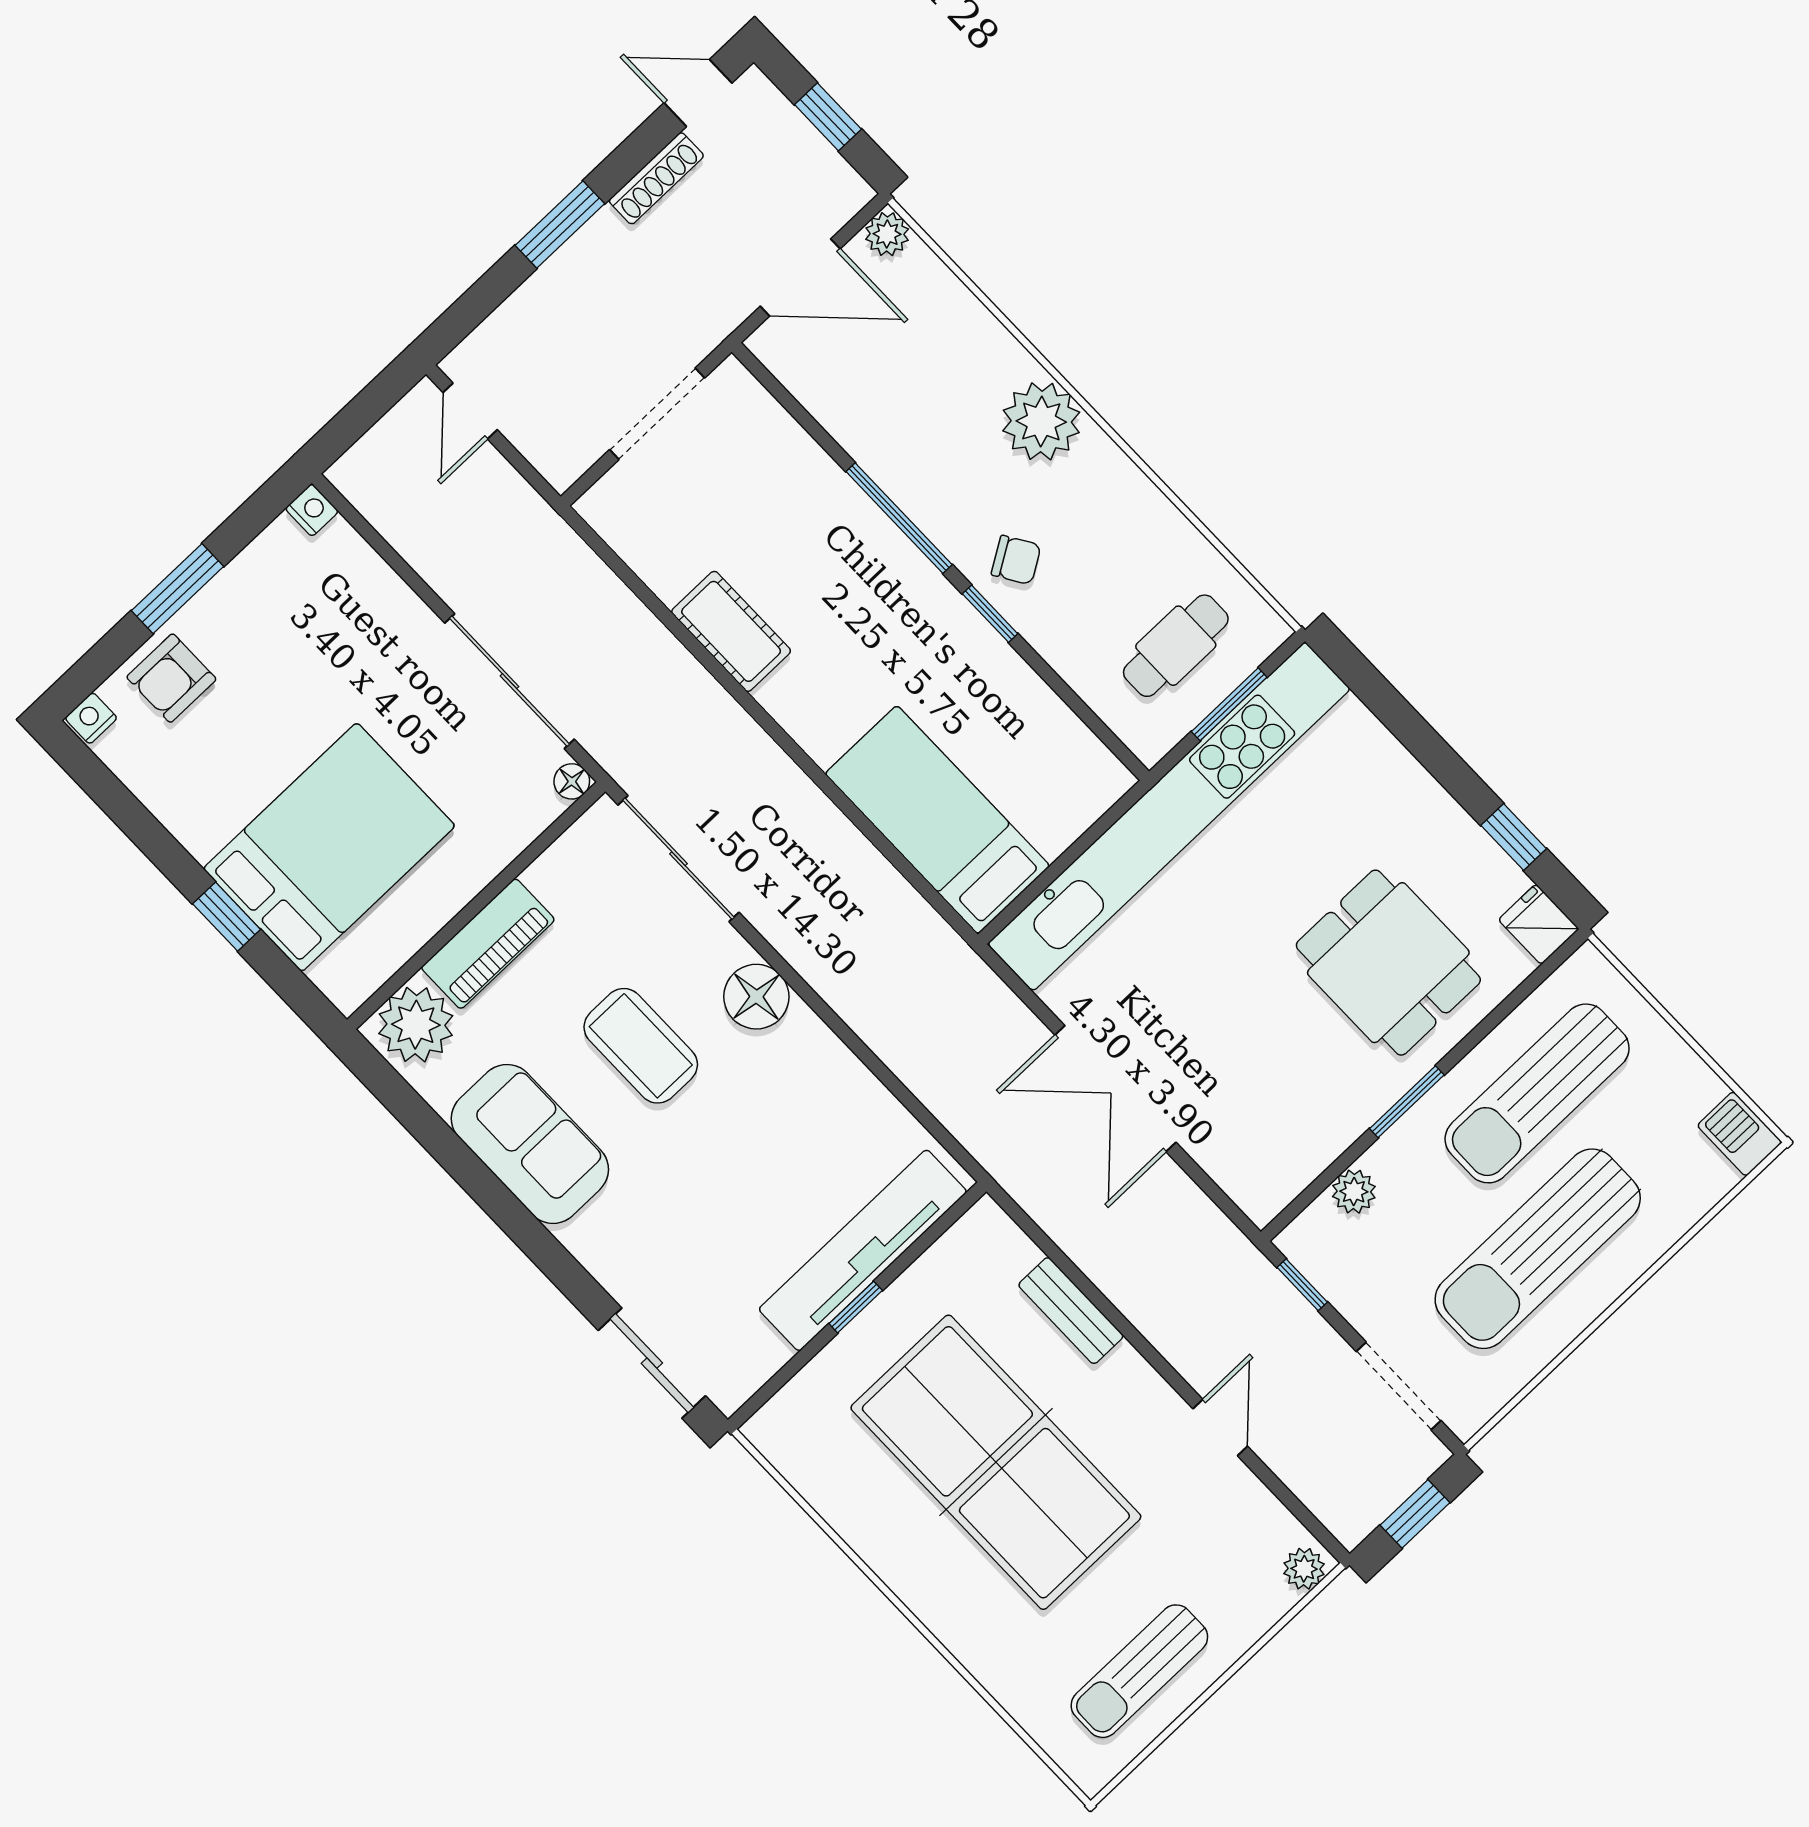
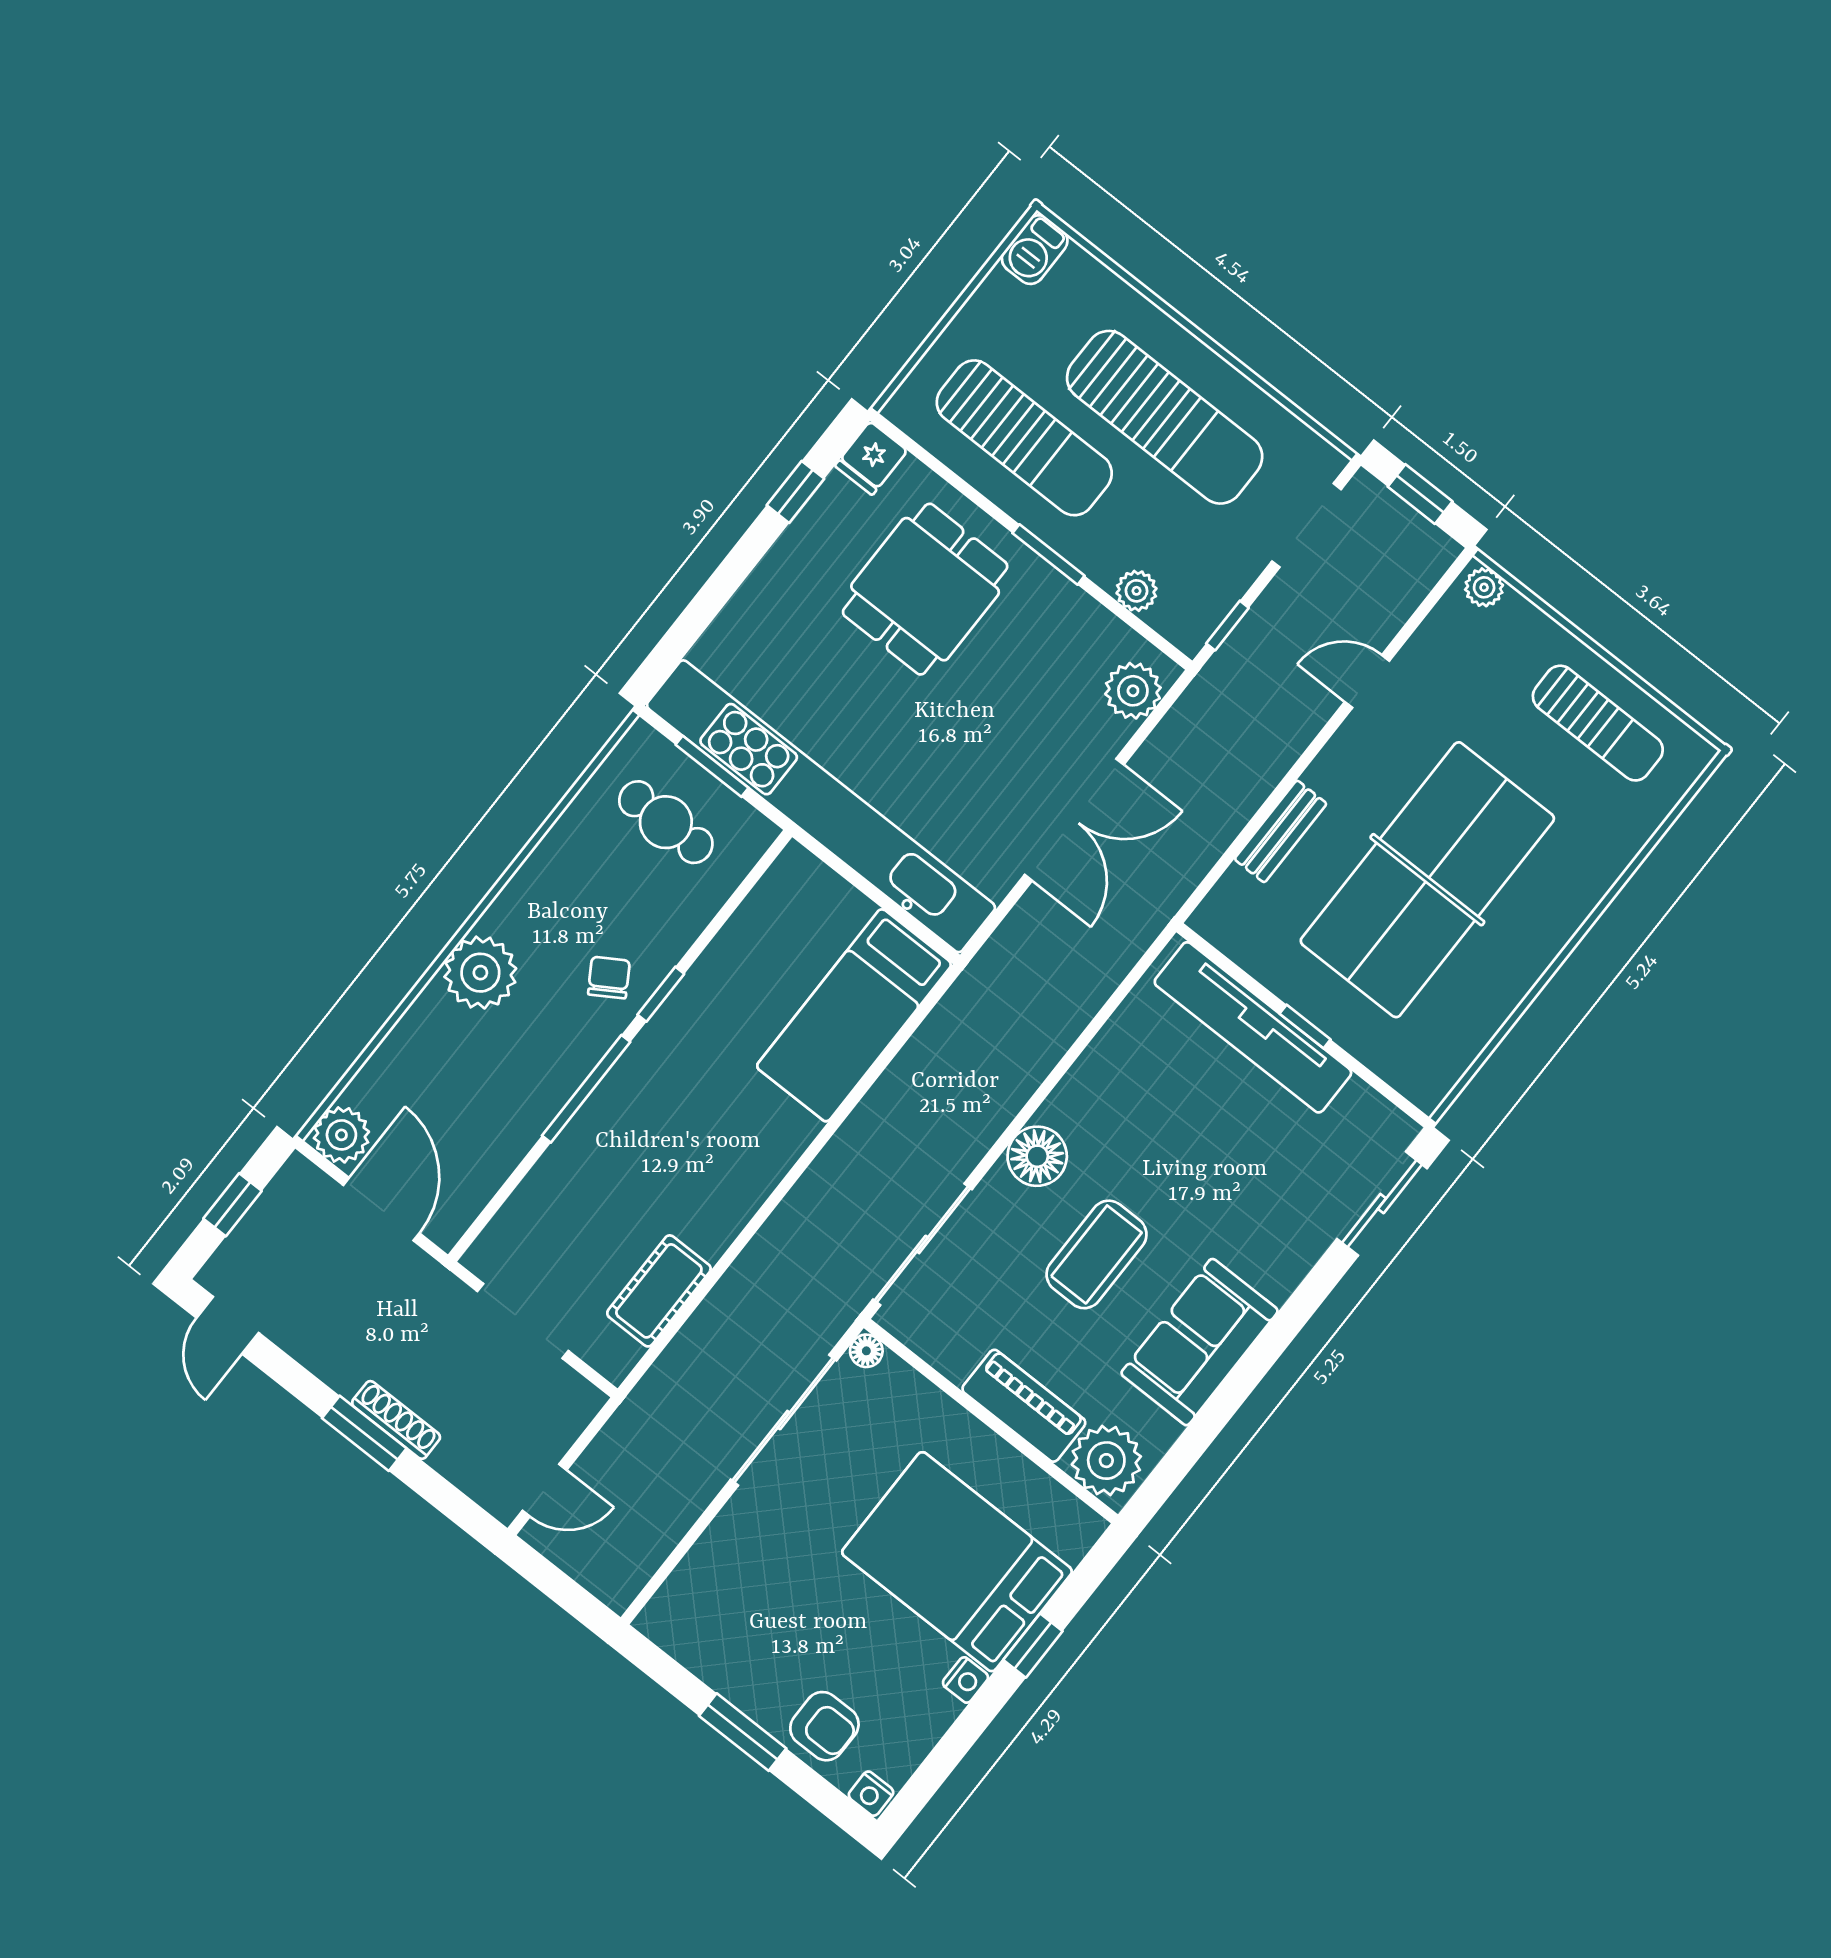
shoe rack: (656, 178) -> (396, 1420), moved
plant: (887, 234) -> (341, 1135), width x1.38, depth x1.38
nightstand: (312, 510) -> (965, 1680), moved, turned 180
cot: (731, 631) -> (659, 1291), moved
plant: (1246, 1172) -> (1133, 691), added

